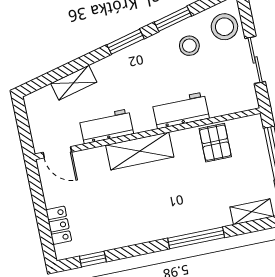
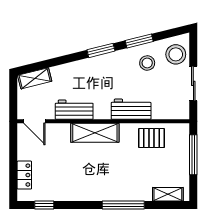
shelving: (74, 83) -> (35, 78), moved
pallet: (215, 143) -> (152, 138), turned 90

